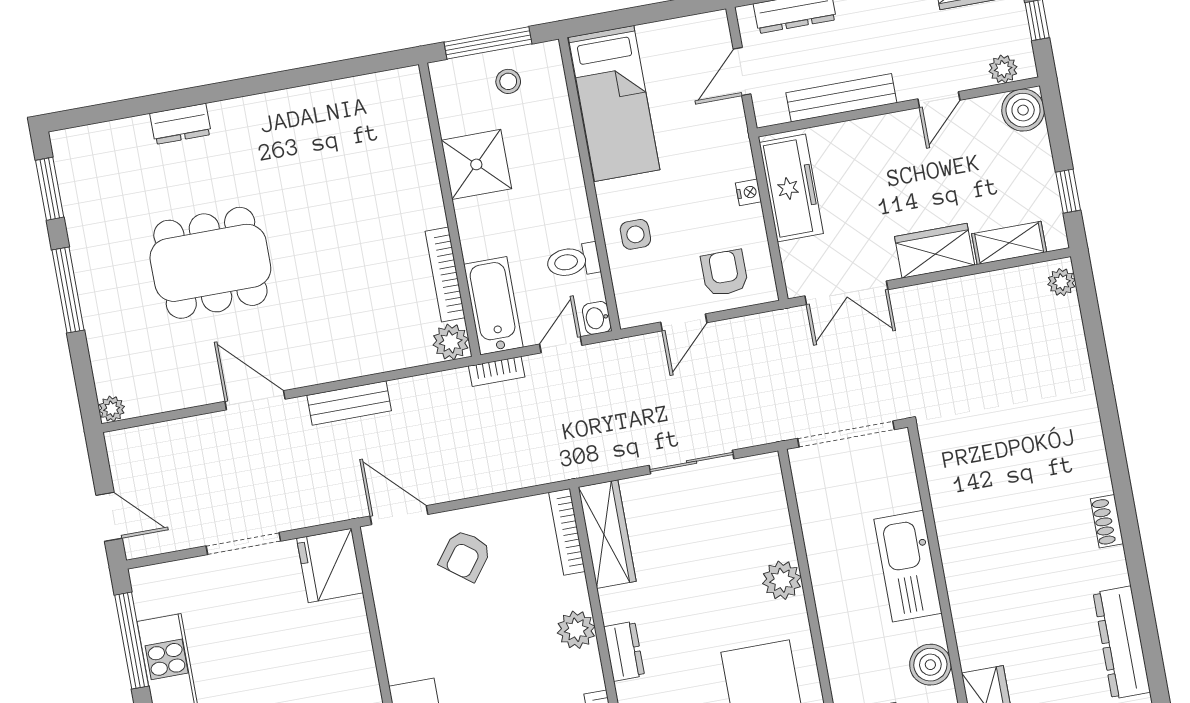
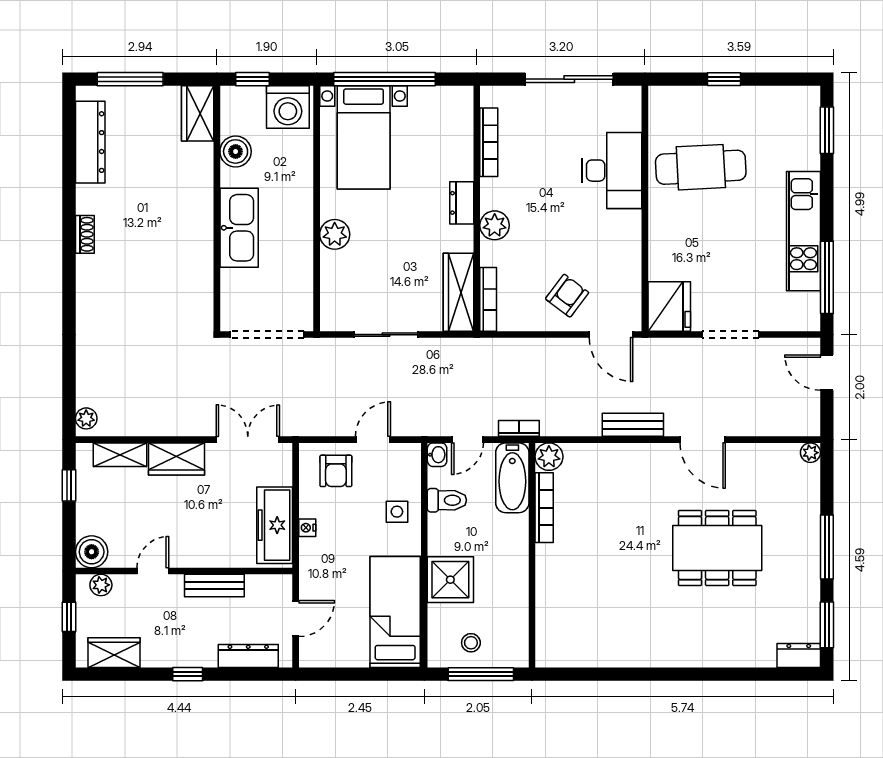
bench: (841, 98) -> (214, 585), width x0.73
dresser: (181, 124) -> (799, 655), moved
shower: (476, 164) -> (450, 580), moved

